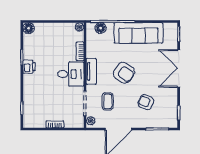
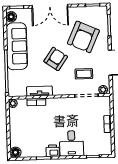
floor lamp: (100, 28) -> (11, 17), moved
tv unit: (91, 71) -> (40, 91), moved
desk: (71, 74) -> (71, 143), moved, turned 180
armchair: (146, 102) -> (83, 37), width x1.88, depth x1.88

